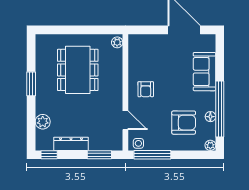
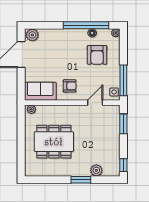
plant: (208, 44) -> (32, 35), added
sofa: (204, 72) -> (40, 91), moved, turned 180
window: (31, 84) -> (81, 180), moved
armchair: (184, 123) -> (97, 55), turned 180
dresser: (71, 144) -> (114, 147), removed

